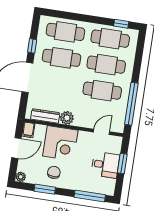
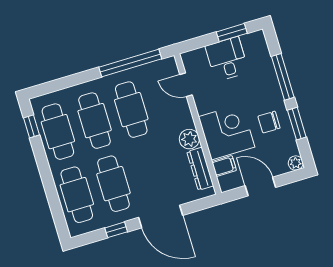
filing cabinet: (28, 130) -> (224, 166), moved
window: (122, 164) -> (232, 33), moved
window: (90, 196) -> (283, 77), moved

